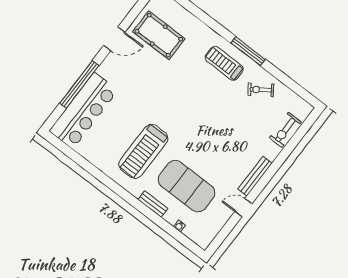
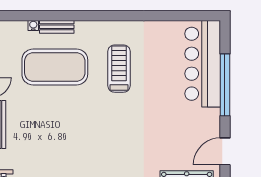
treadmill: (143, 151) -> (119, 69), width x0.73, depth x0.73
bench: (153, 204) -> (57, 27), moved

